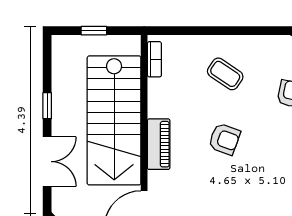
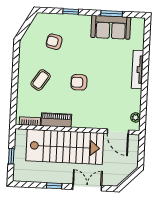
armchair: (224, 139) -> (79, 82), turned -110
piano: (159, 144) -> (56, 120), moved

